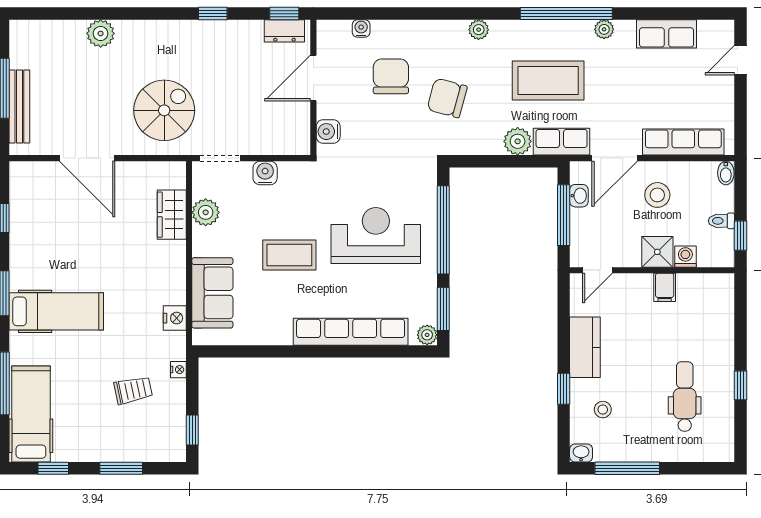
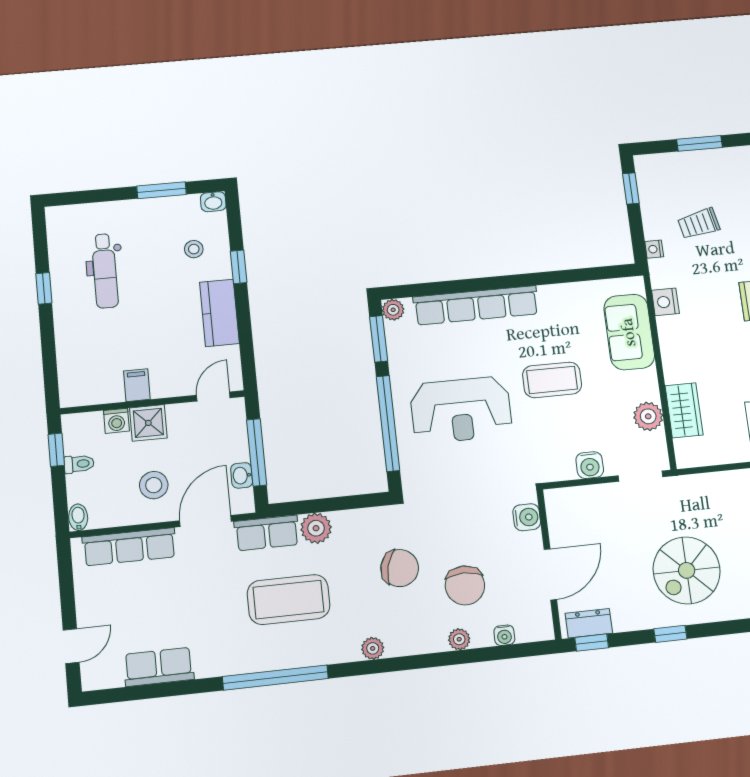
plant: (604, 29) -> (459, 639), moved
spiral stairs: (164, 110) -> (687, 570), moved
window: (627, 468) -> (162, 190), width x0.69

